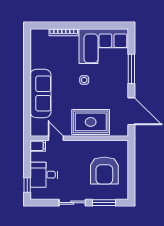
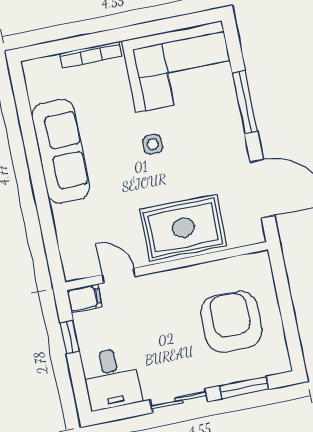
sofa: (41, 93) -> (61, 151), moved
armchair: (104, 171) -> (231, 322), turned 180
desk: (44, 175) -> (111, 379), moved, turned -90
window: (27, 185) -> (70, 337), moved

